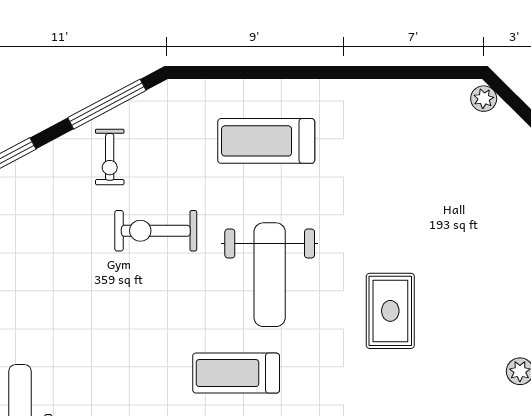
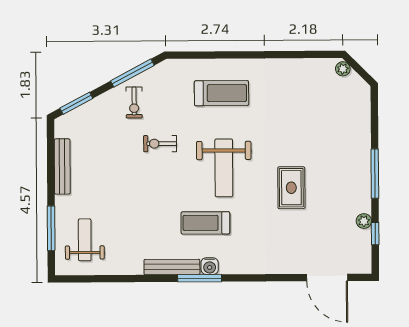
treadmill: (266, 141) -> (222, 93), turned 180
exercise bike: (156, 231) -> (160, 144), width x0.73, depth x0.72

